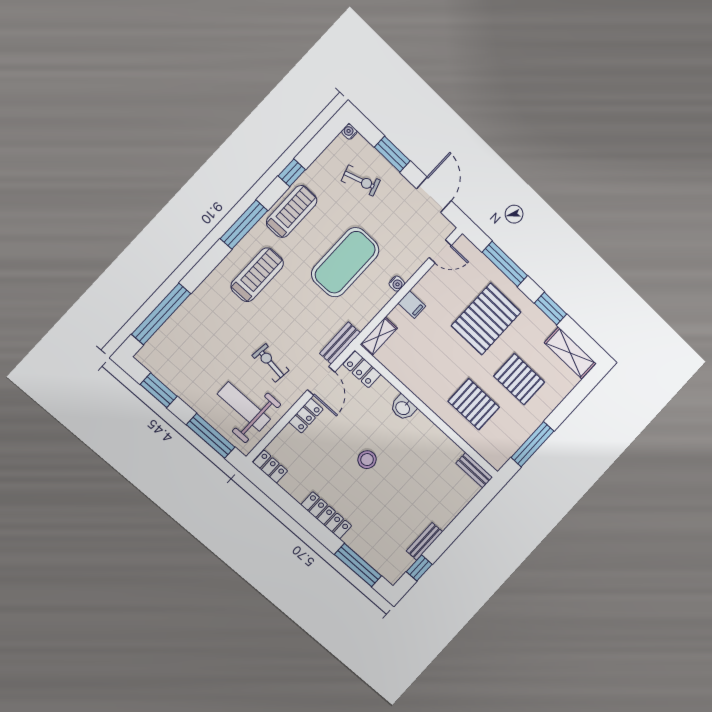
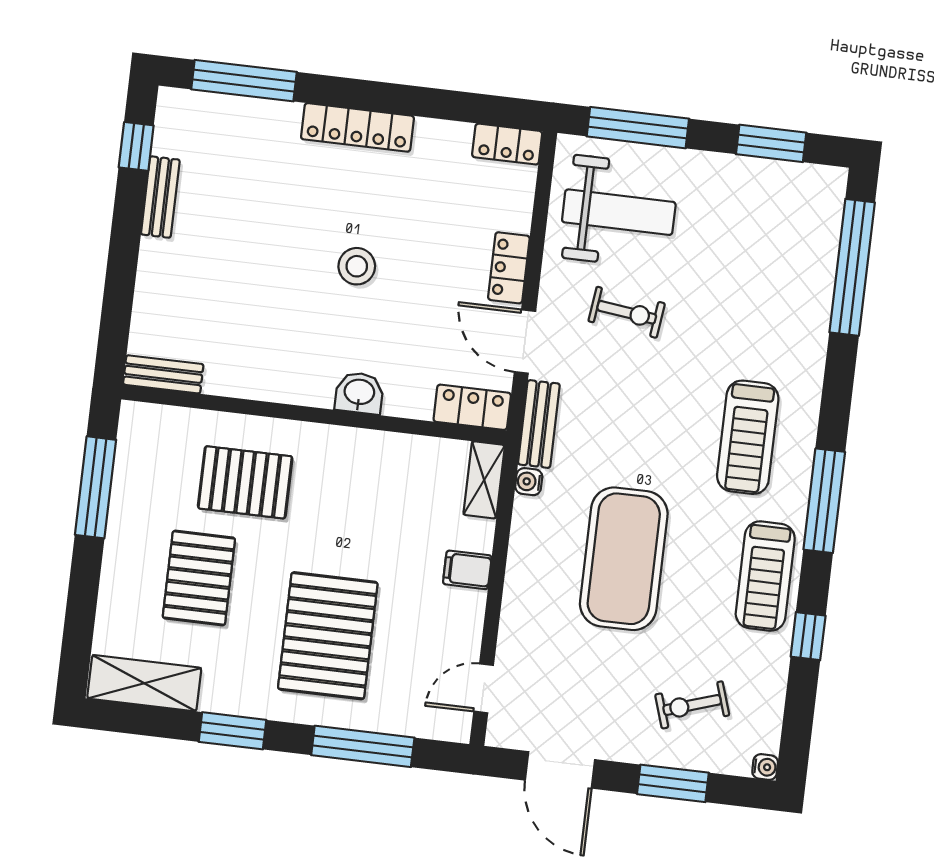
water cooler: (397, 284) -> (529, 482), moved
pallet: (519, 379) -> (199, 578), turned 90

